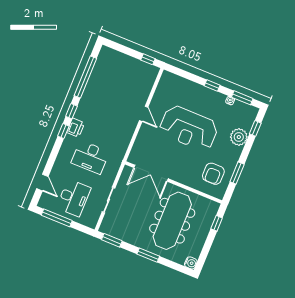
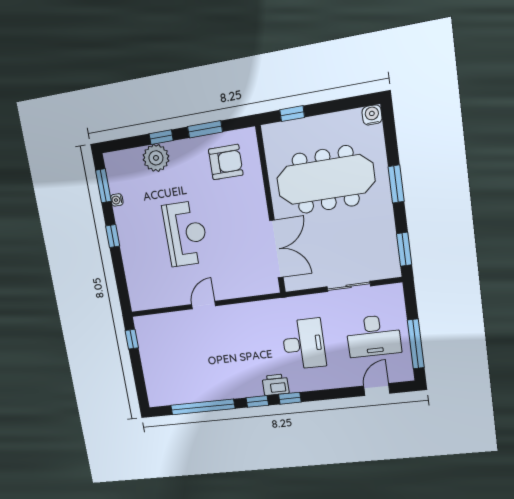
reception desk: (189, 128) -> (186, 234), width x0.74, depth x0.77
window: (255, 128) -> (161, 137), moved
desk: (74, 198) -> (373, 336), turned 180

